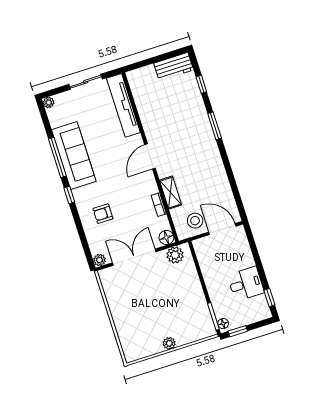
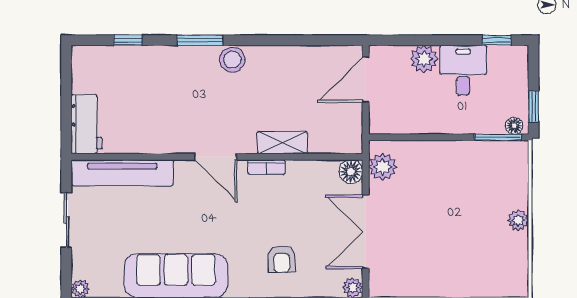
workbench: (174, 67) -> (86, 124), moved
bookcase: (159, 205) -> (266, 167), moved
stool: (195, 221) -> (232, 60), moved
plant: (245, 259) -> (424, 59), added

